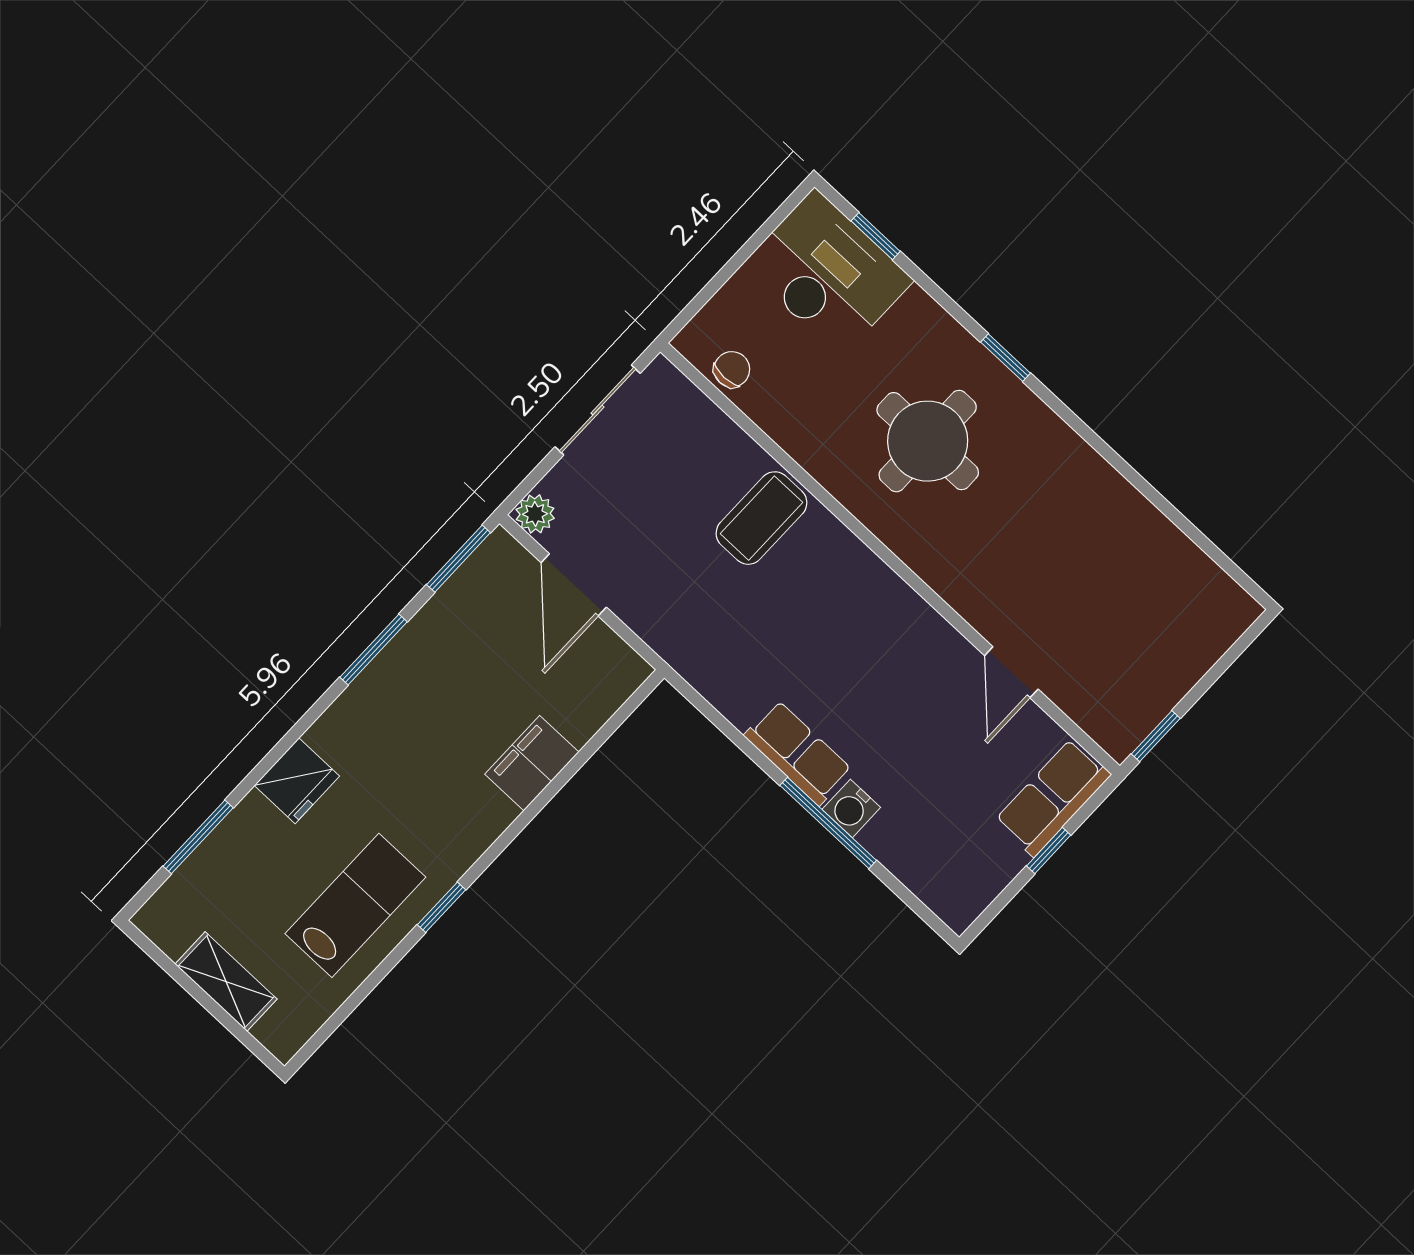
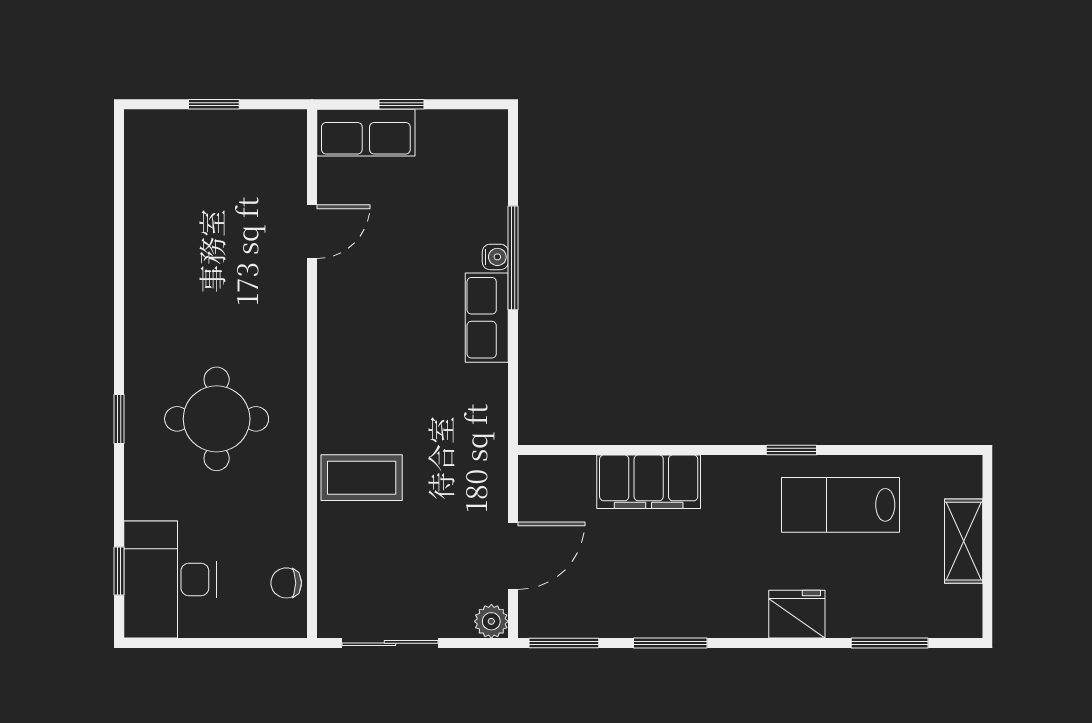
window: (1156, 736) -> (214, 104), moved
filing cabinet: (532, 763) -> (649, 482), width x1.50, depth x1.17
water cooler: (851, 808) -> (495, 257), width x0.72, depth x0.72

